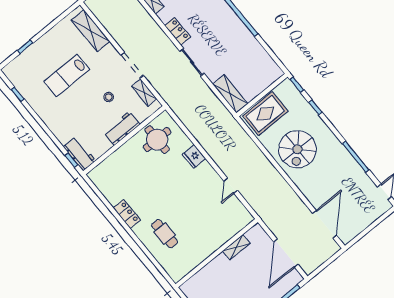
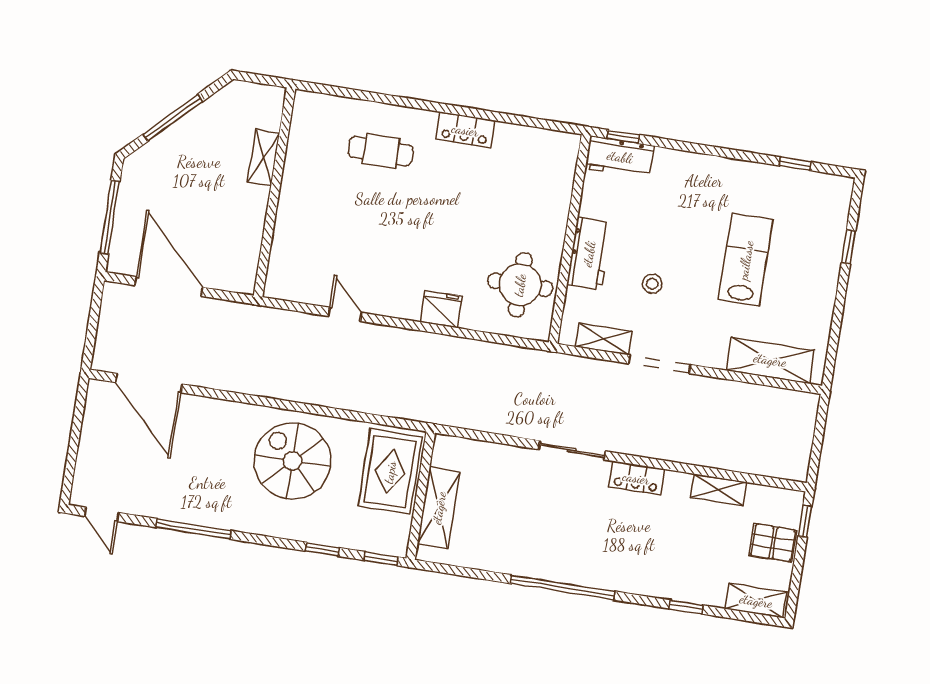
shelving: (230, 94) -> (439, 508), moved, turned 90
shelving: (236, 247) -> (264, 158), moved

